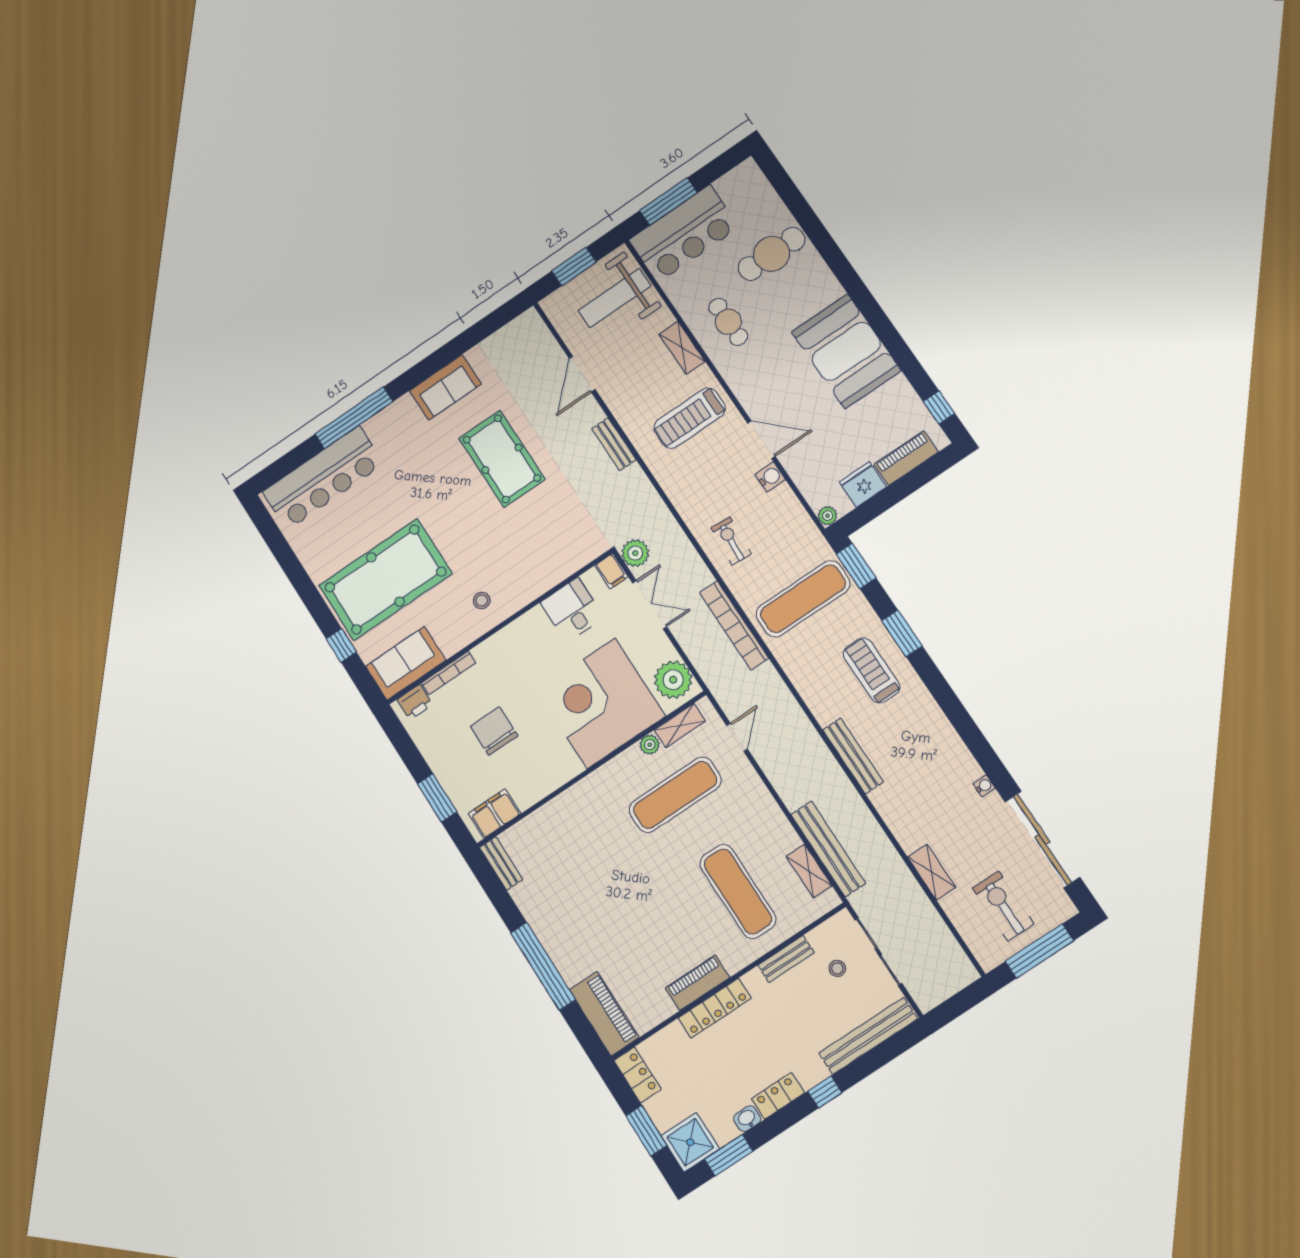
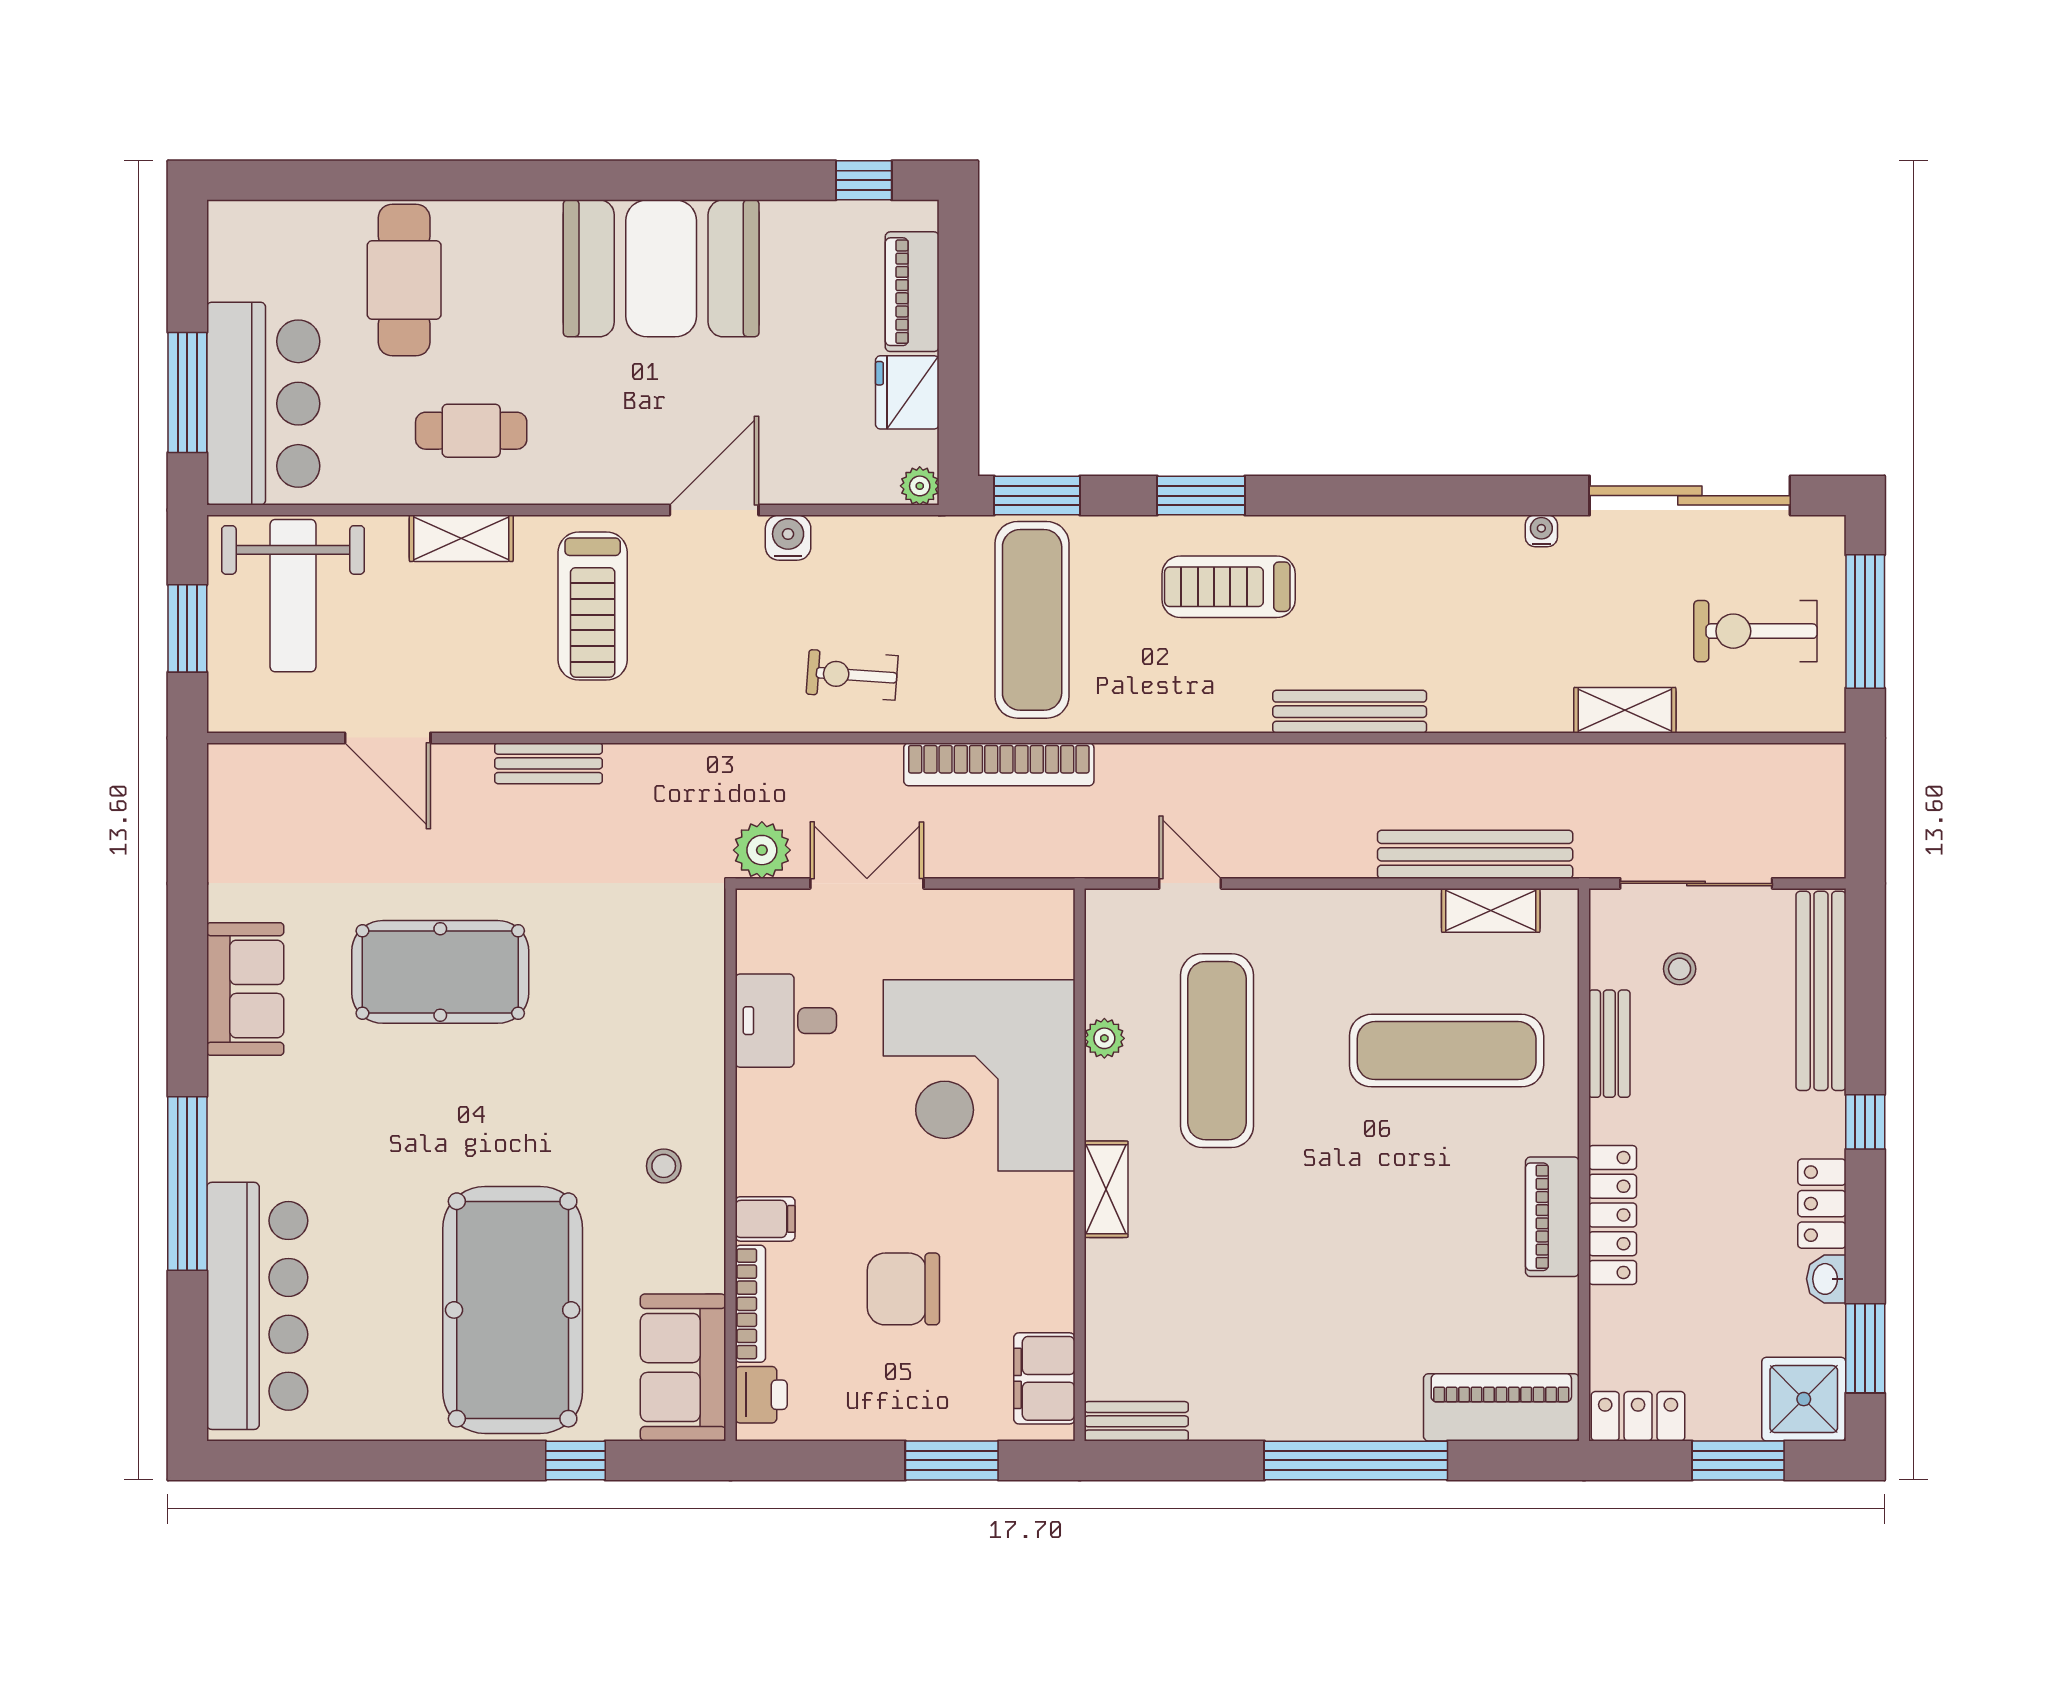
filing cabinet: (611, 571) -> (765, 1219), moved
plant: (673, 680) -> (1021, 927), removed
shelving: (680, 726) -> (1106, 1189), moved

